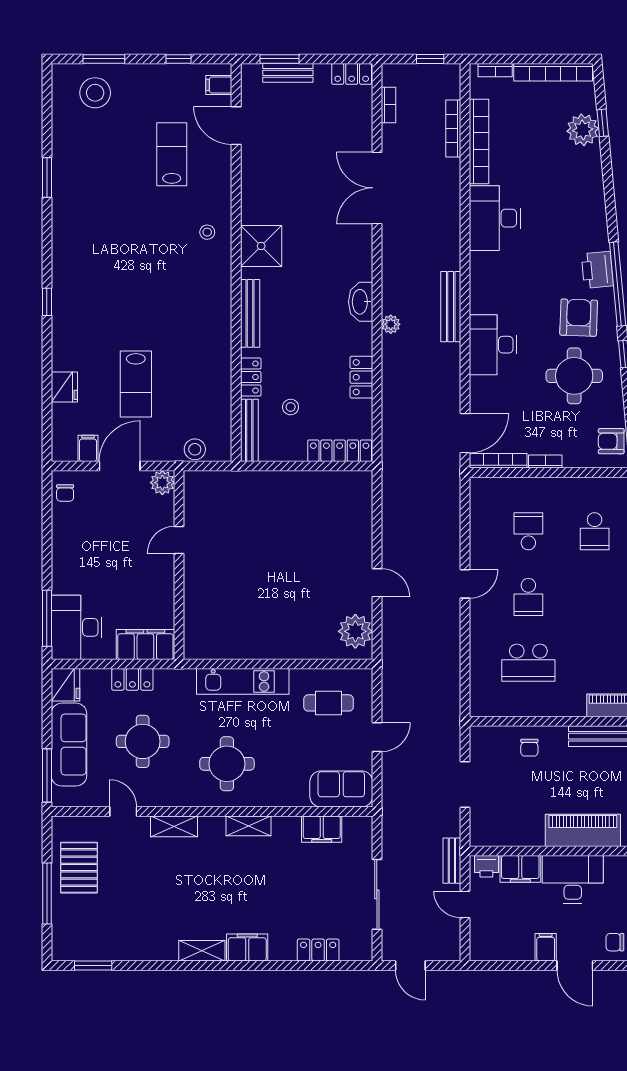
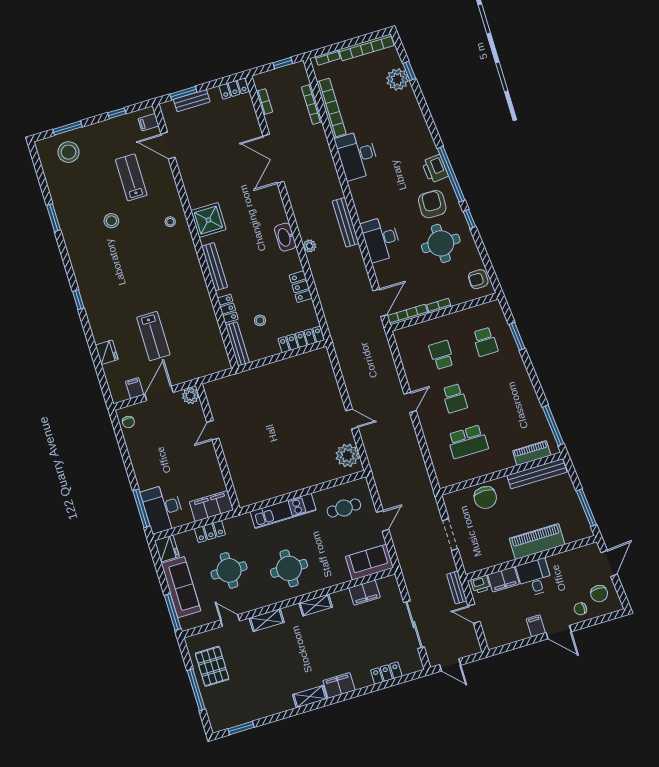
stool: (195, 449) -> (111, 221), moved
chair: (529, 748) -> (485, 498), width x1.87, depth x1.87
desk: (573, 879) -> (535, 577), width x0.73

